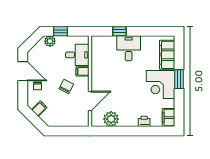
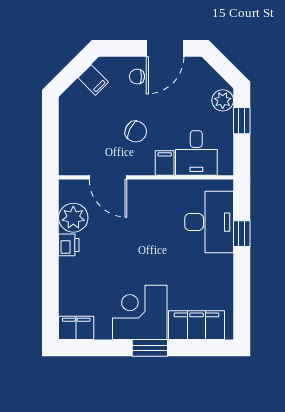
desk: (129, 48) -> (209, 222), moved, width x1.37
printer: (144, 121) -> (69, 245), moved

